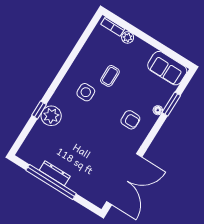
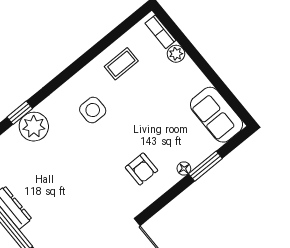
coffee table: (110, 76) -> (121, 64), moved

